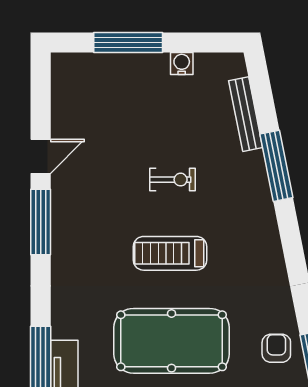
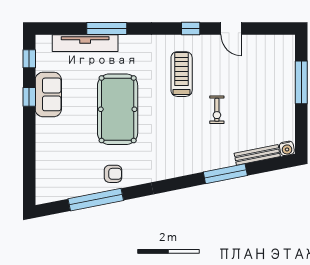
water cooler: (182, 64) -> (287, 148), moved, turned 79
window: (41, 222) -> (191, 29), width x0.46
treadmill: (170, 253) -> (182, 74), moved

